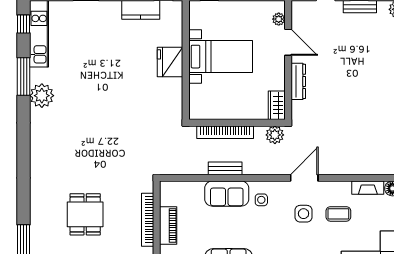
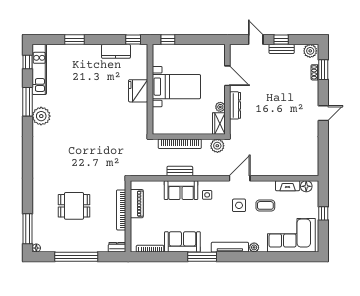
plant: (279, 19) -> (220, 107), moved
dining table: (85, 214) -> (74, 206), turned 90
piano: (168, 225) -> (137, 204), moved

